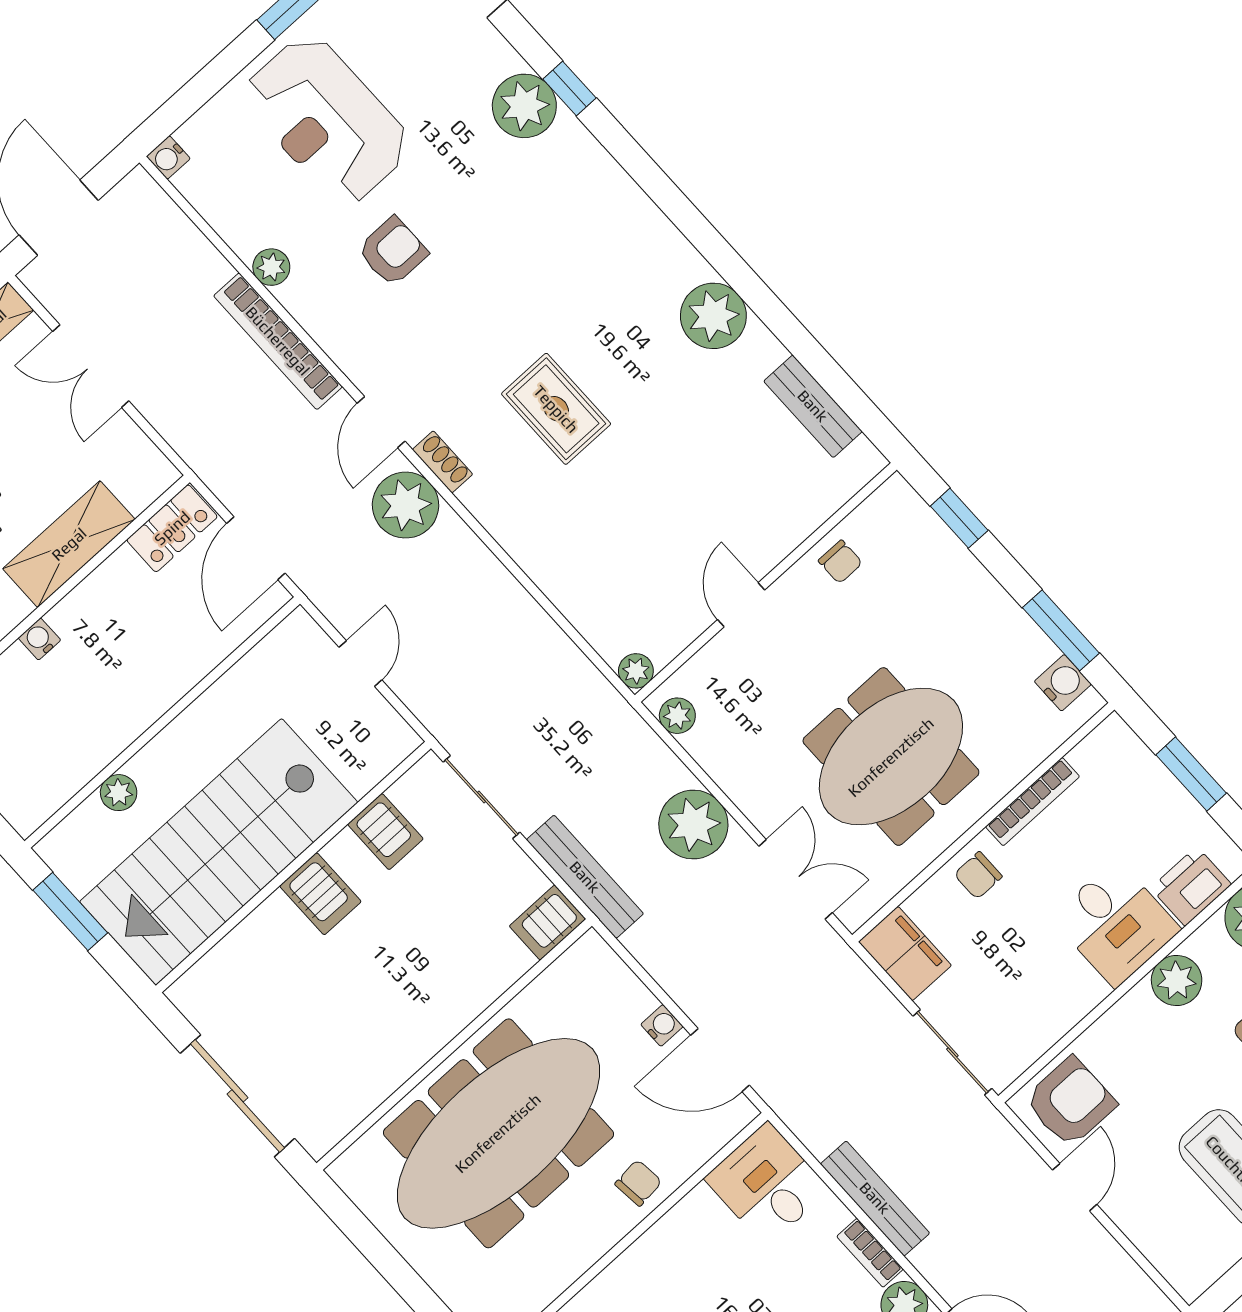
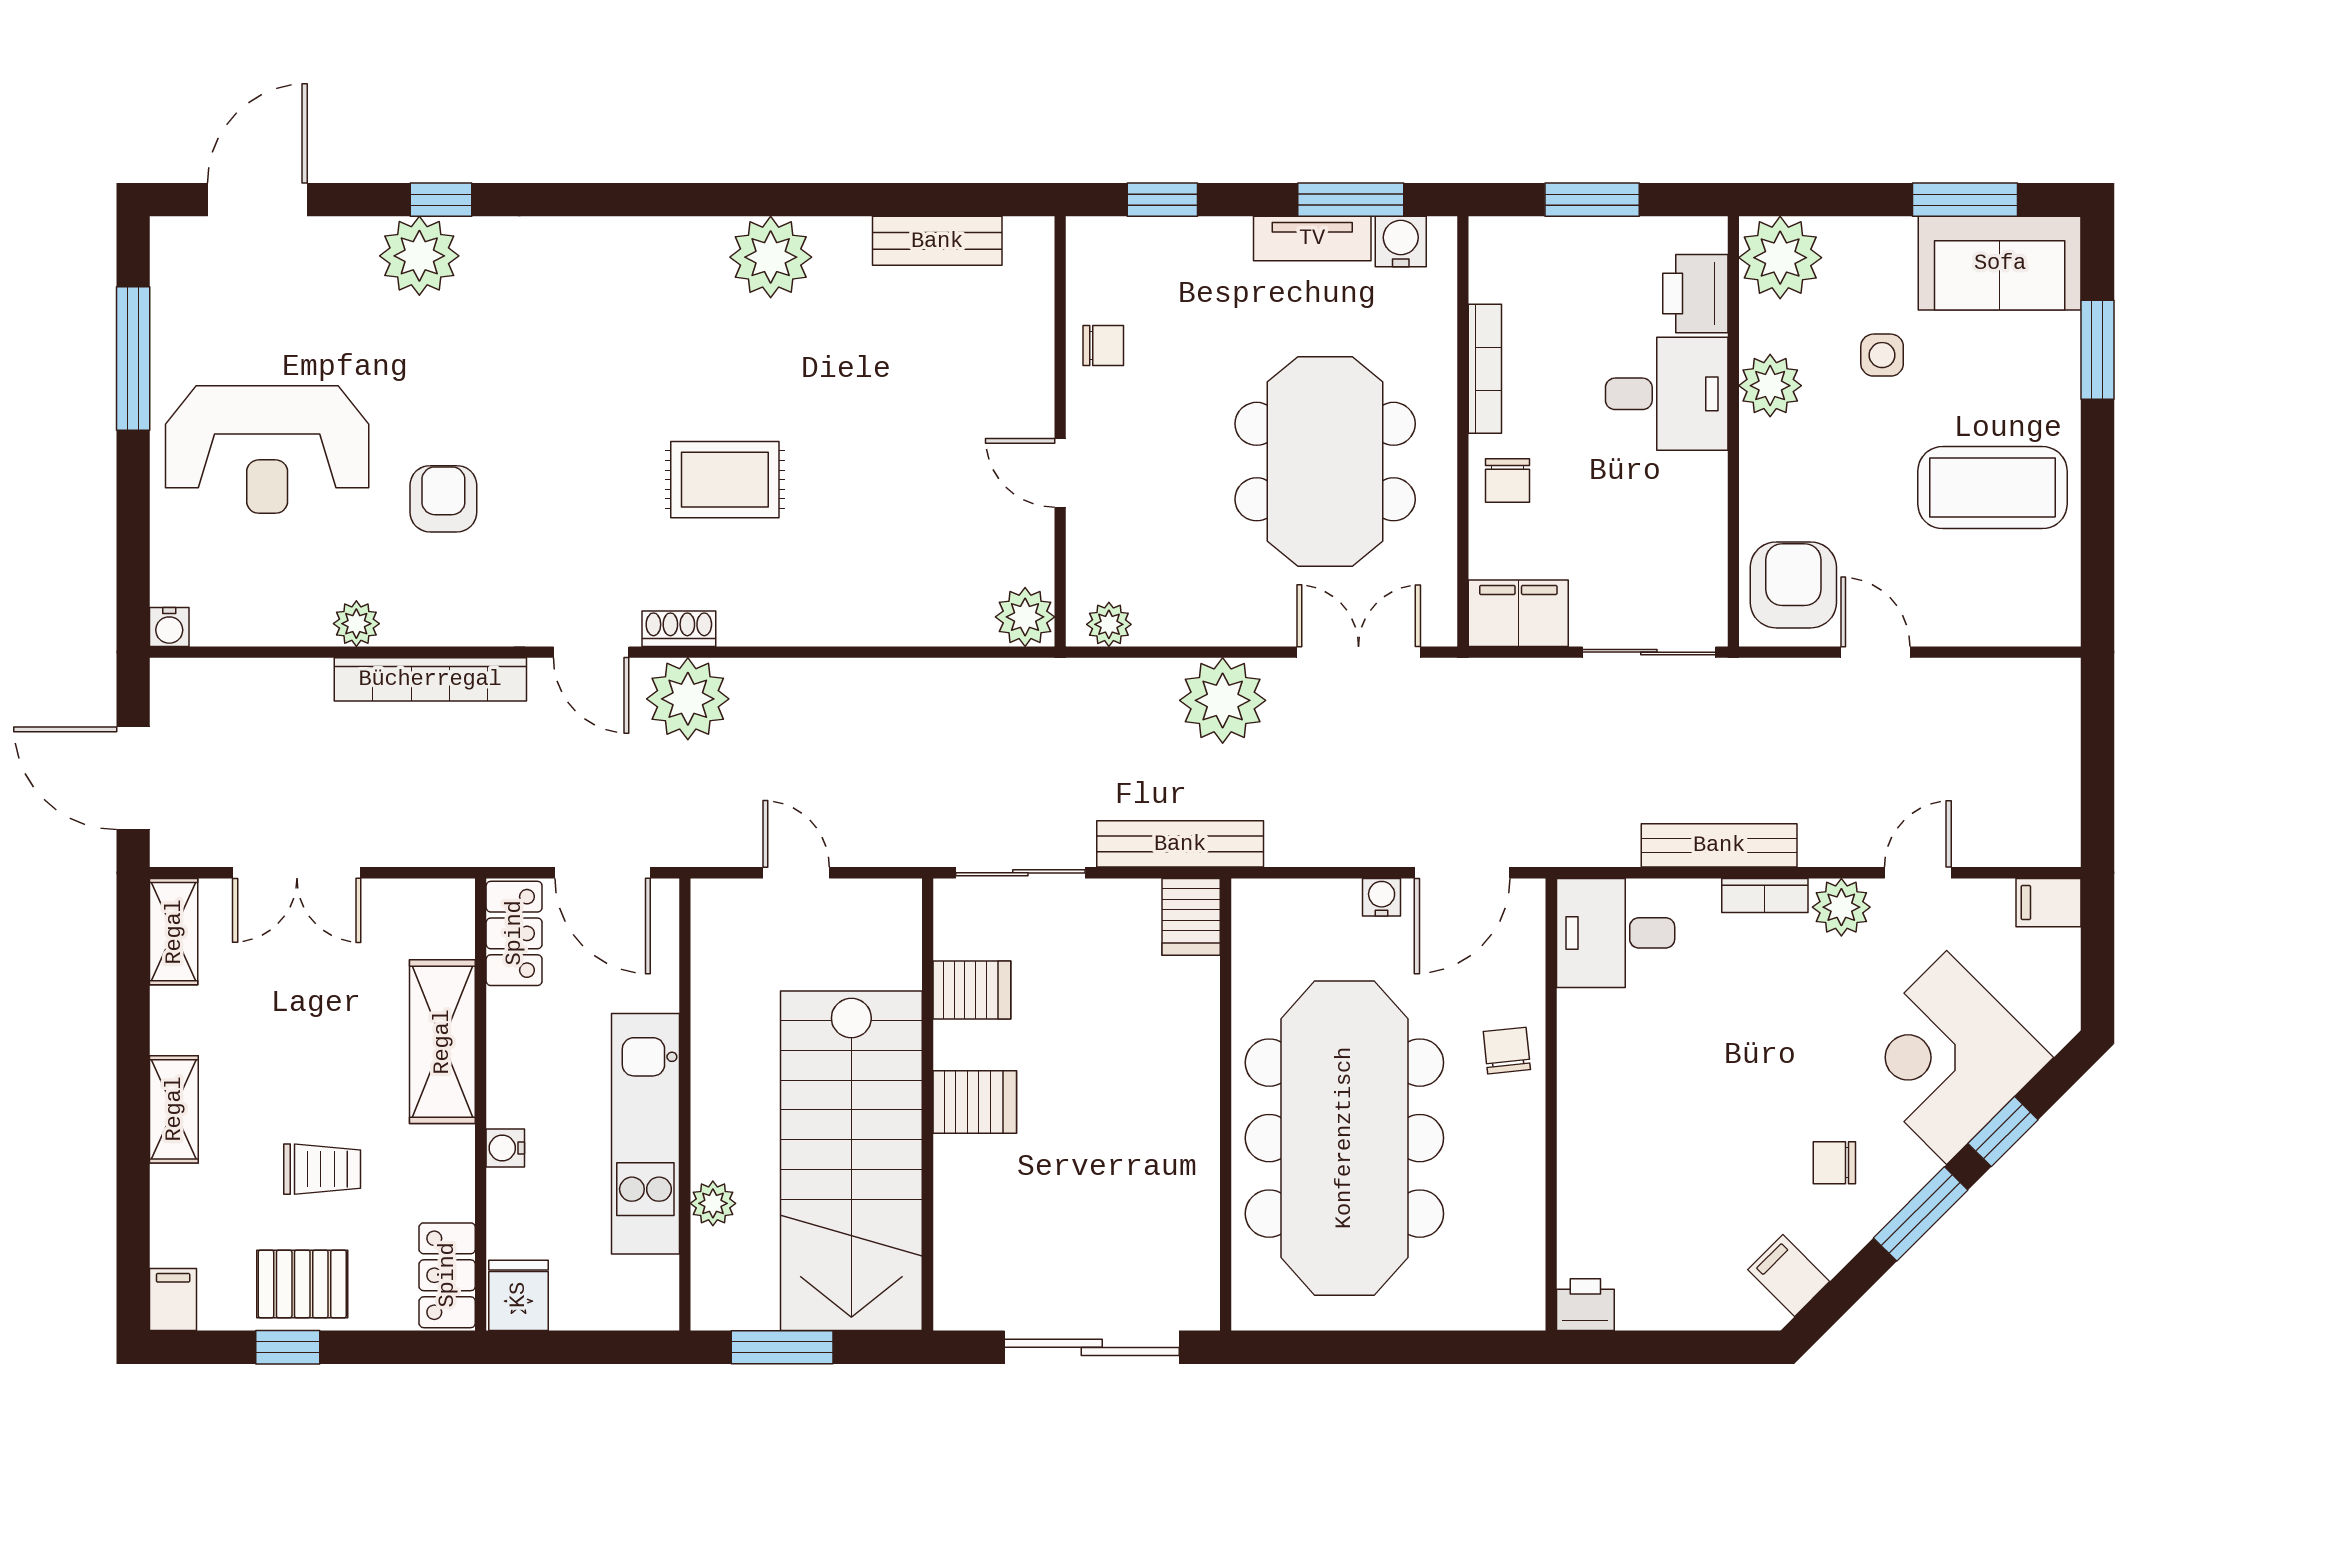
tv unit: (1017, 628) -> (1312, 238), added
plant: (636, 671) -> (1025, 617), width x1.38, depth x1.38
kitchen unit: (124, 715) -> (645, 1134), added

